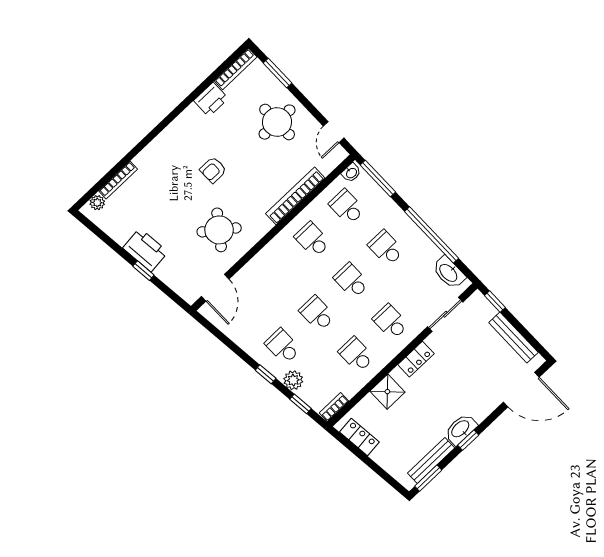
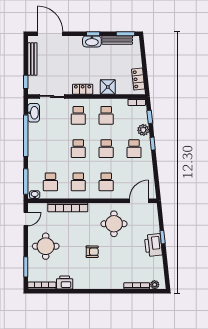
round table: (219, 230) -> (114, 224), turned -37
school desk: (386, 248) -> (106, 182), moved

